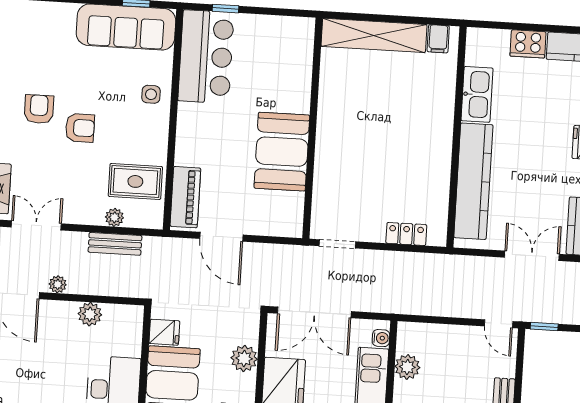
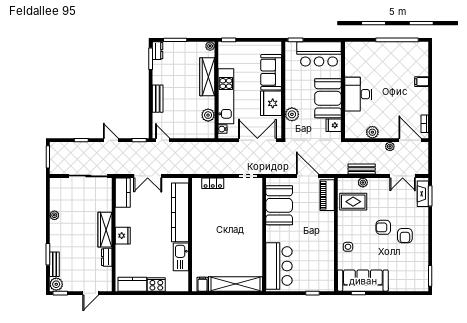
bar counter: (206, 57) -> (279, 266), moved, turned 180
booth: (282, 152) -> (279, 205), moved

